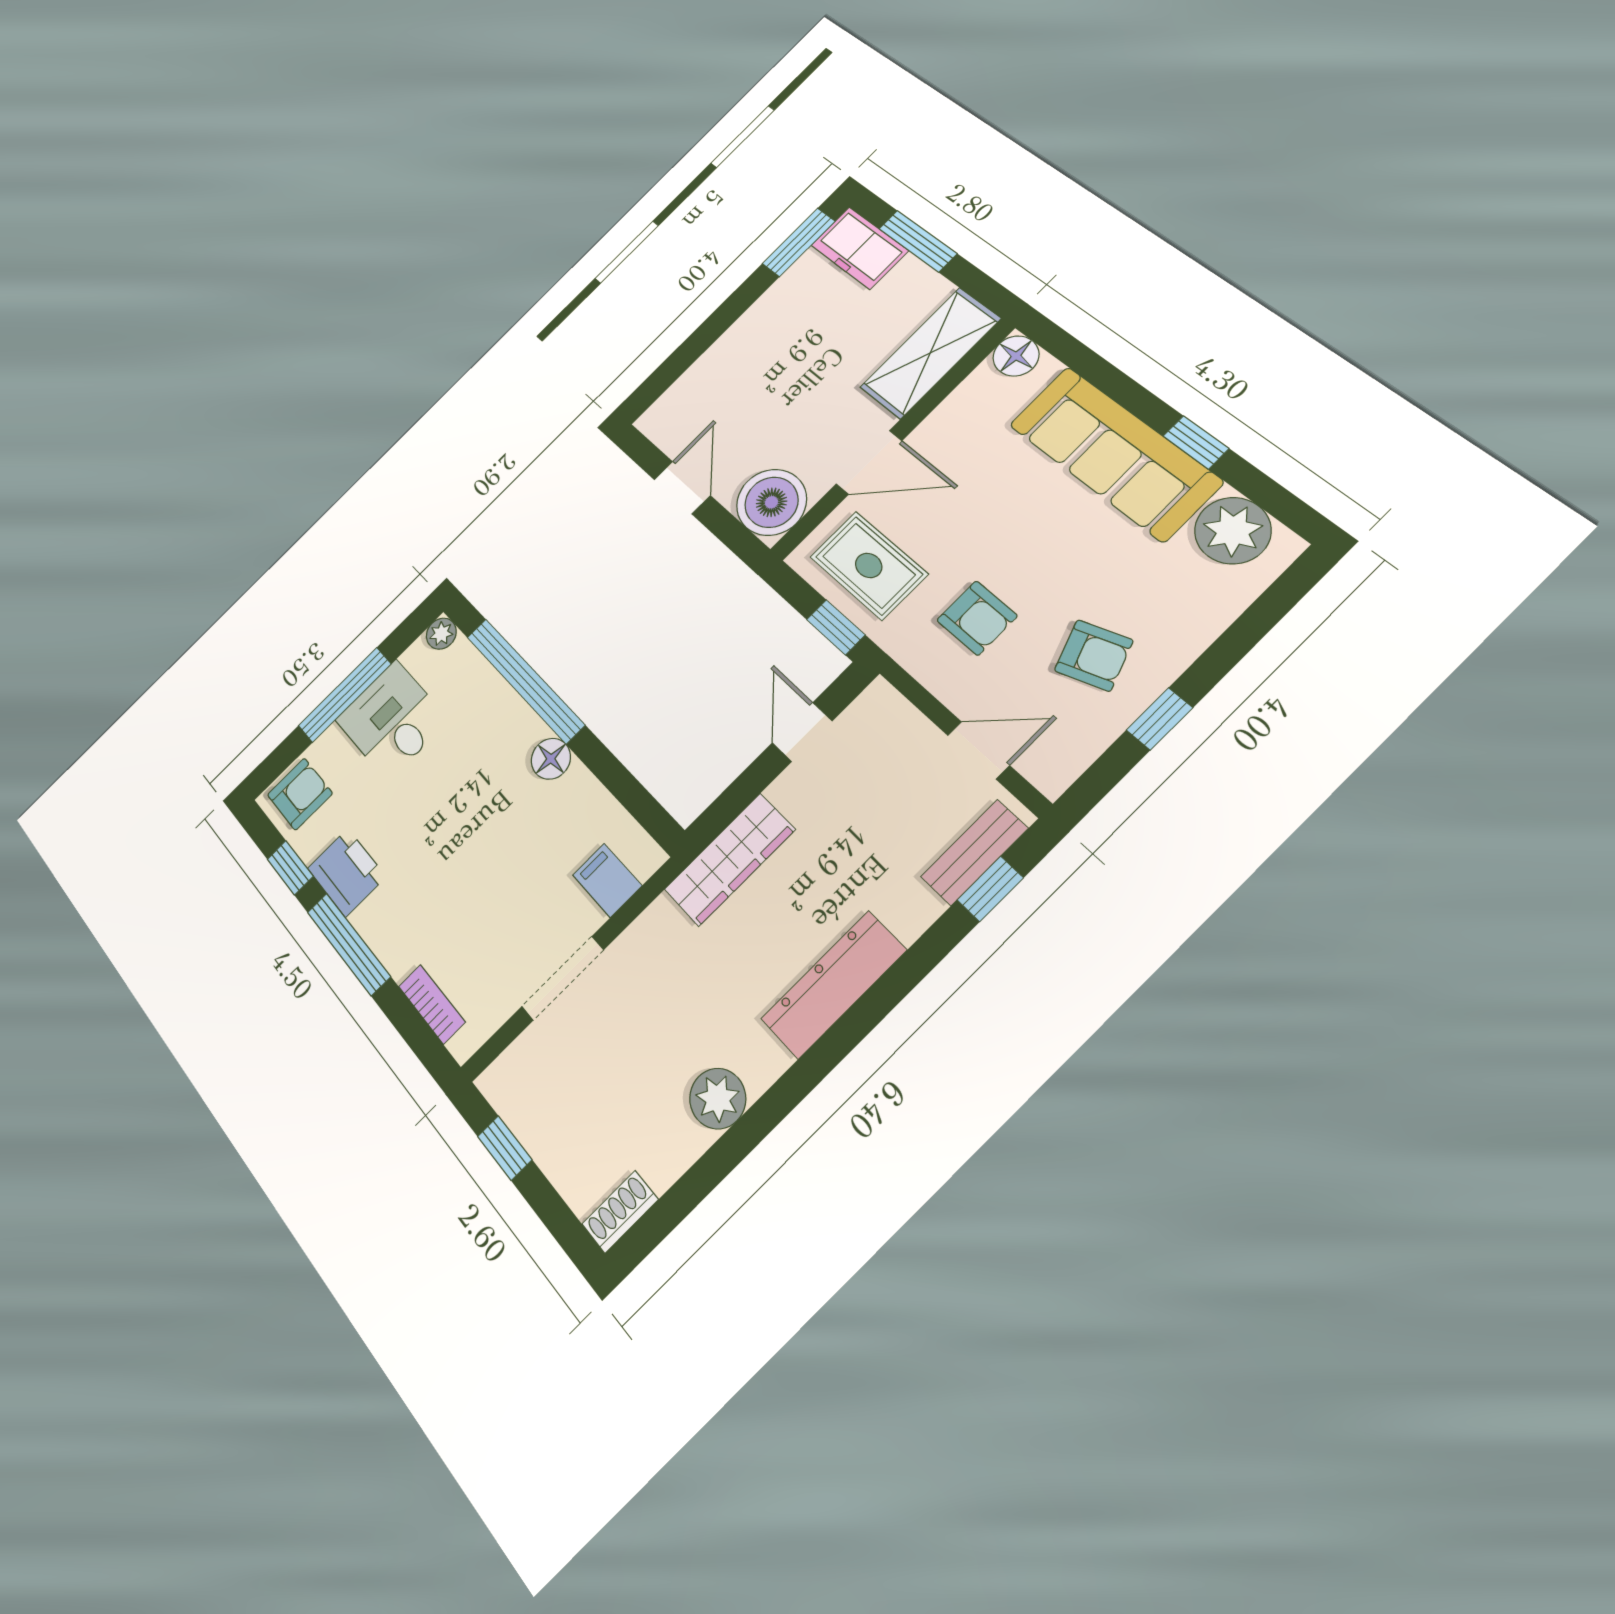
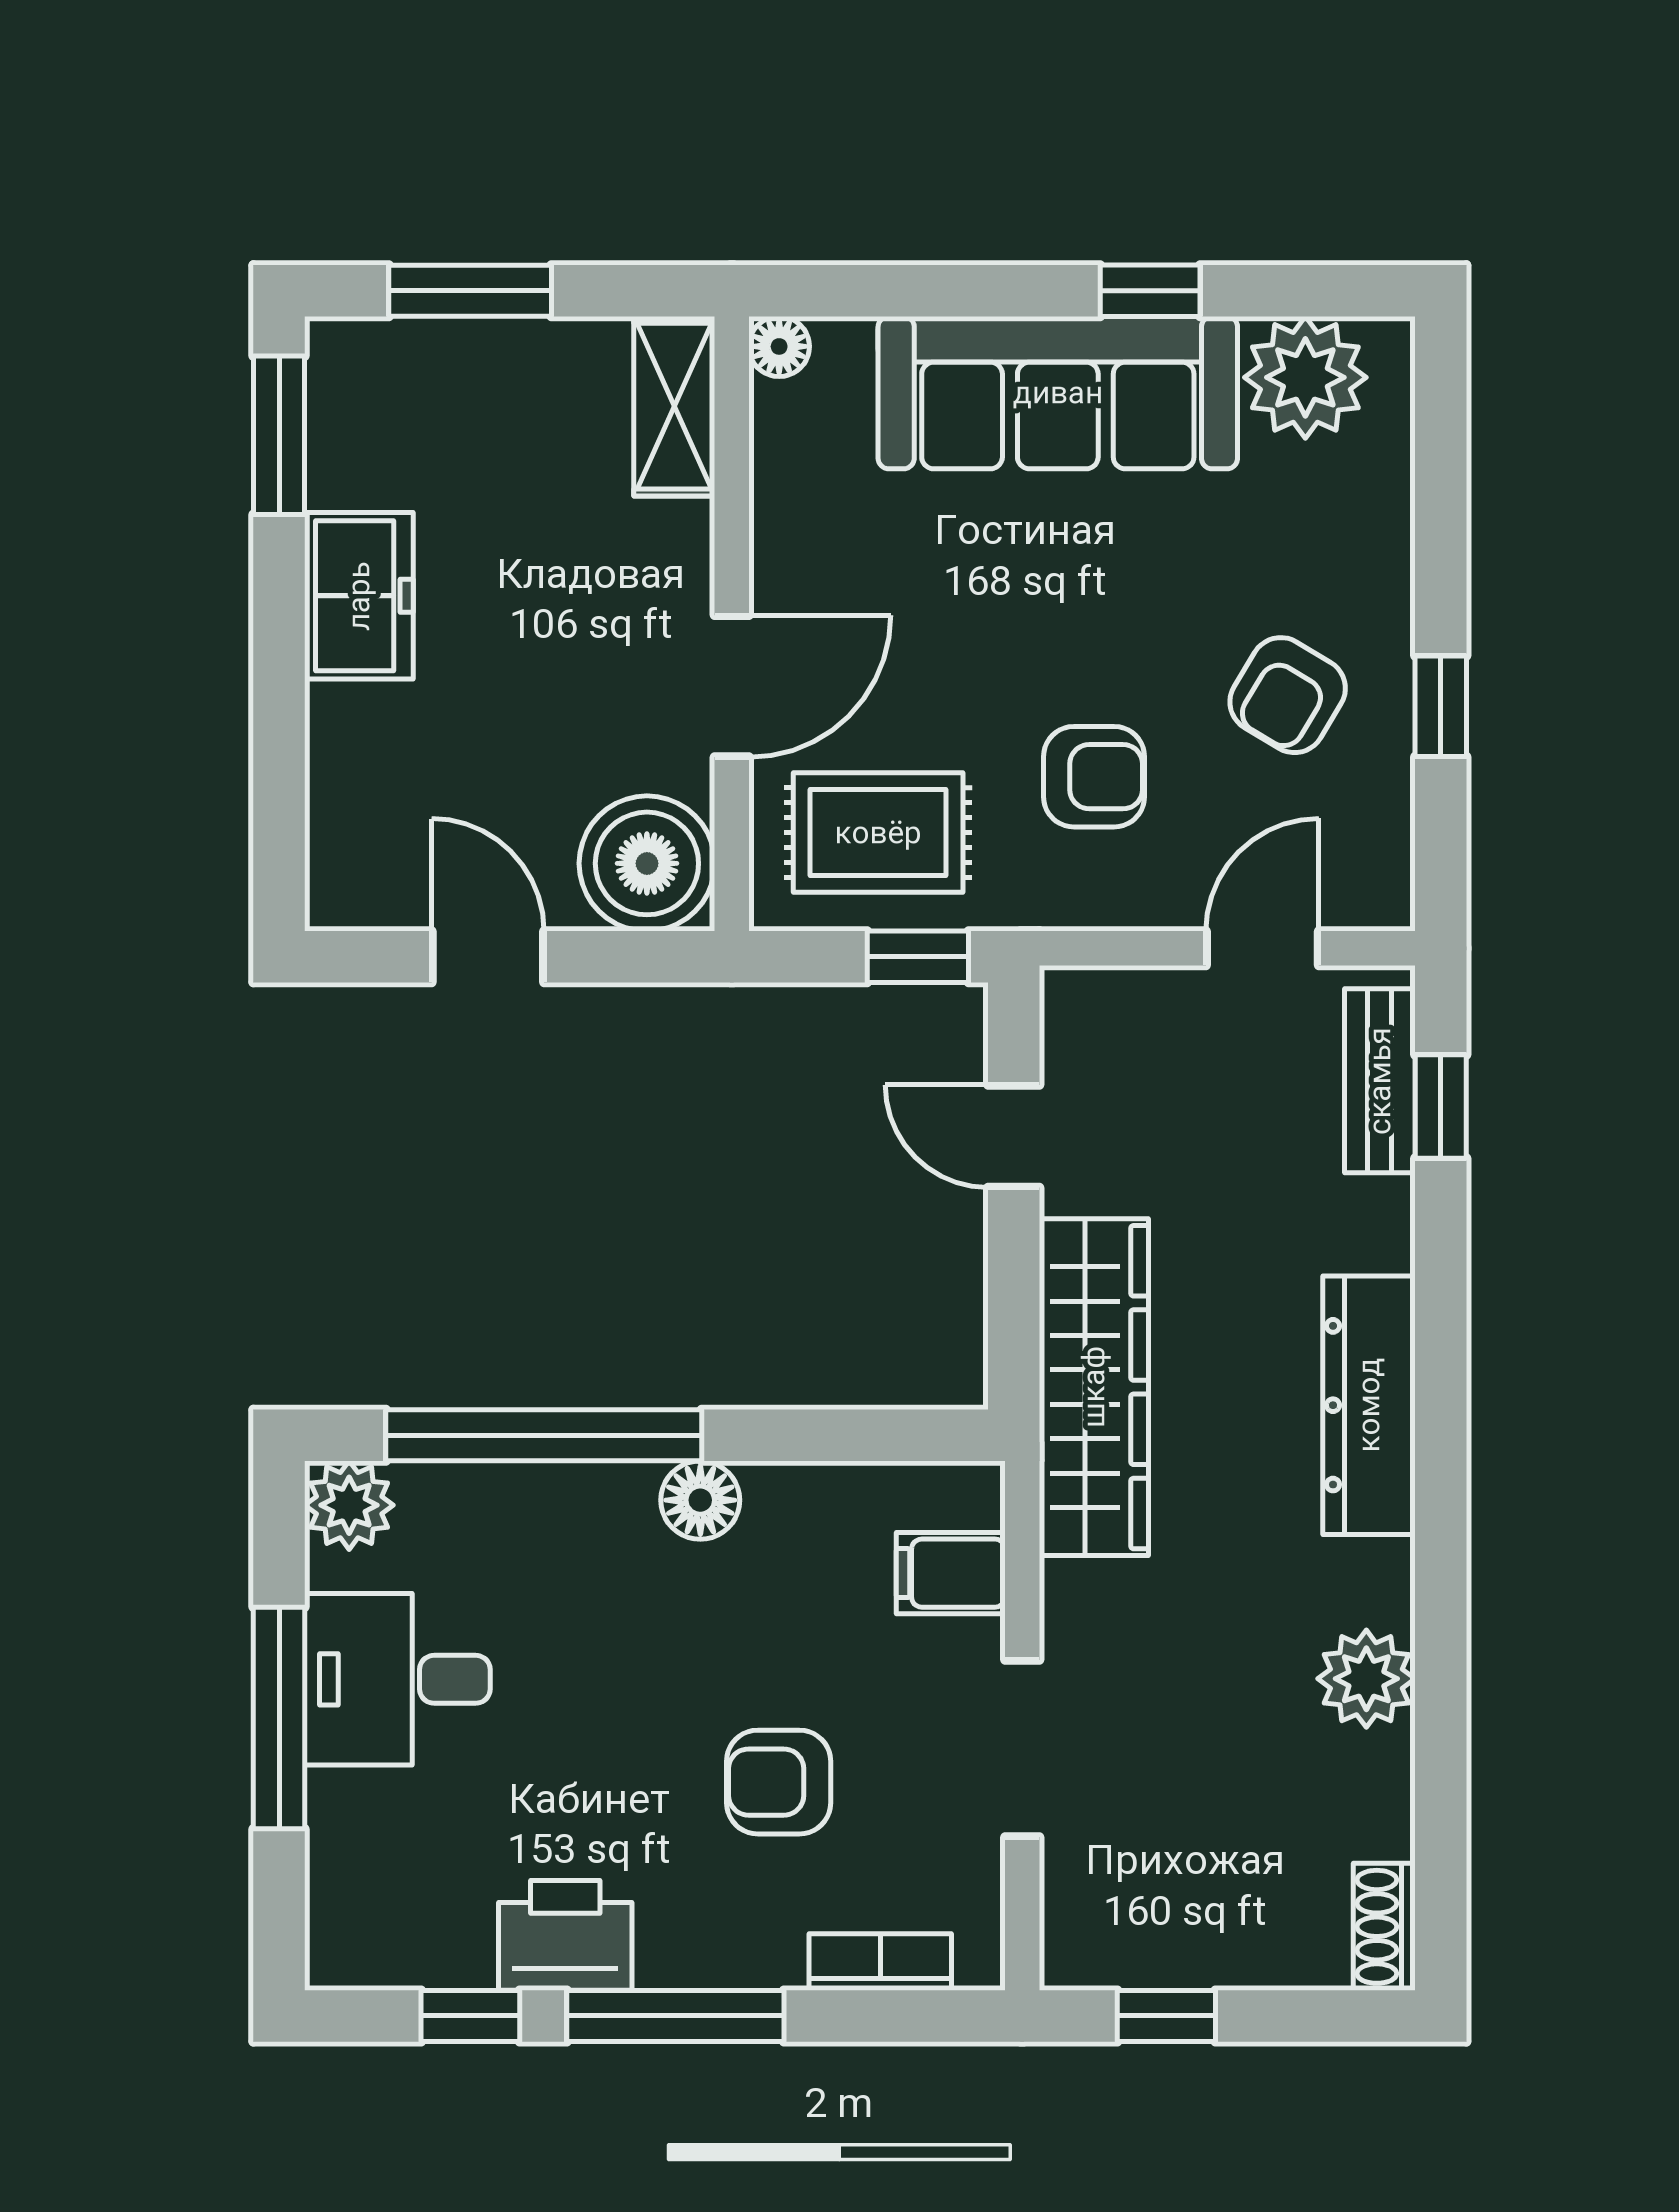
freezer: (859, 248) -> (359, 596), moved, turned -90
shelving: (930, 353) -> (674, 406), width x0.67, depth x0.75
floor lamp: (1016, 356) -> (779, 346), width x0.73, depth x0.73
plant: (441, 634) -> (349, 1505), width x1.38, depth x1.38
armchair: (1094, 655) -> (1288, 695), turned 141
armchair: (300, 794) -> (779, 1782), moved, turned -90
wardrobe: (730, 860) -> (1094, 1387), width x1.40, depth x1.17

